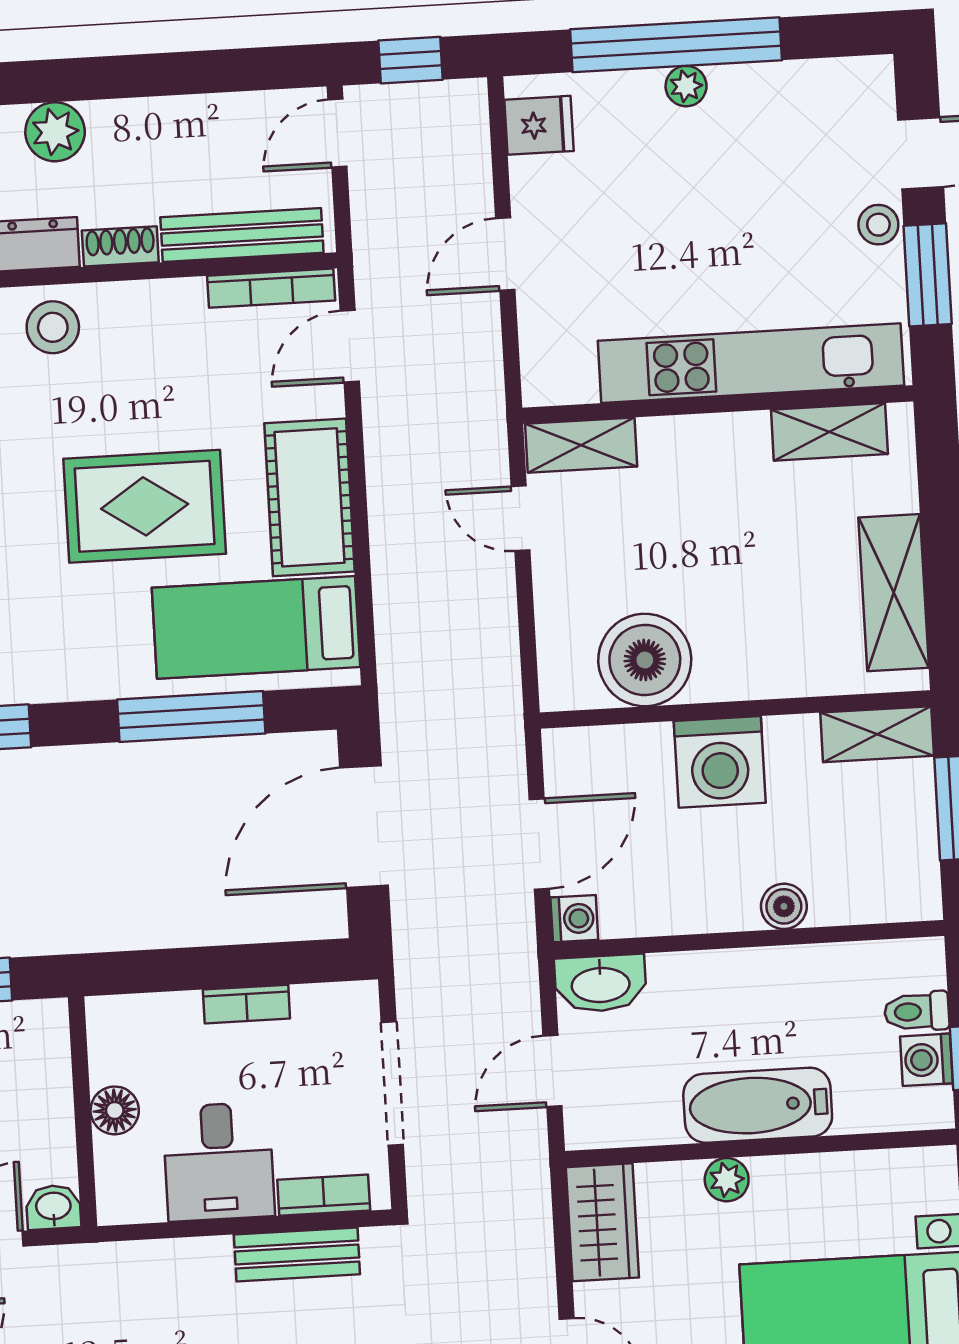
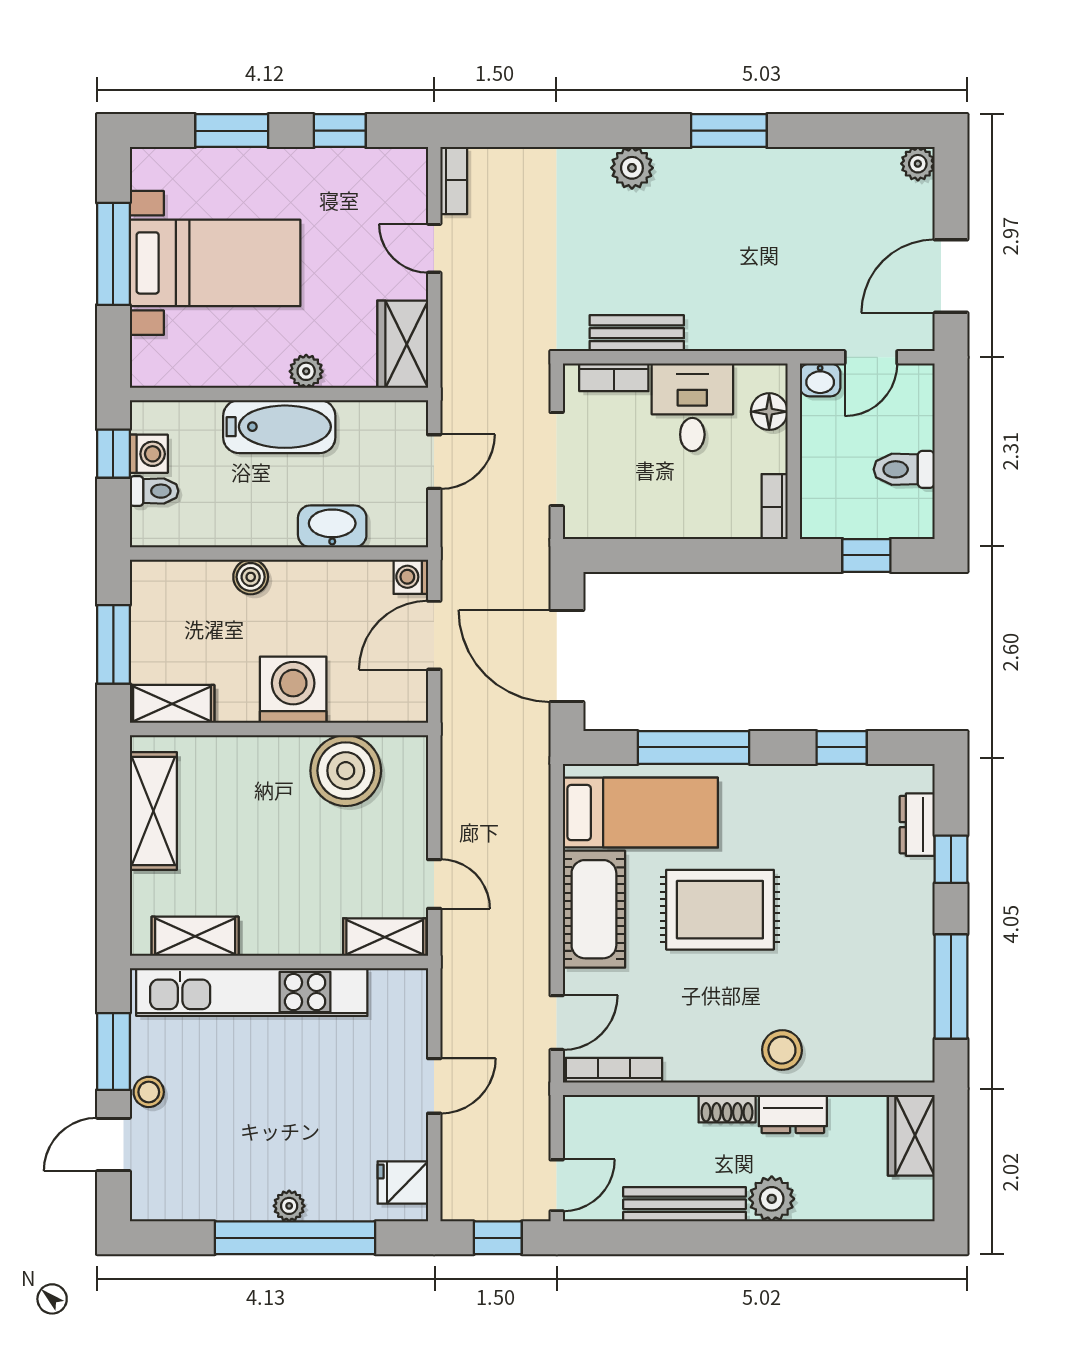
bench: (242, 235) -> (684, 1204), moved
door: (364, 827) -> (567, 656), swing flipped
washbasin: (600, 983) -> (332, 526), moved
bookcase: (246, 1004) -> (775, 507), moved, turned -90
floor lamp: (115, 1110) -> (769, 412), moved

